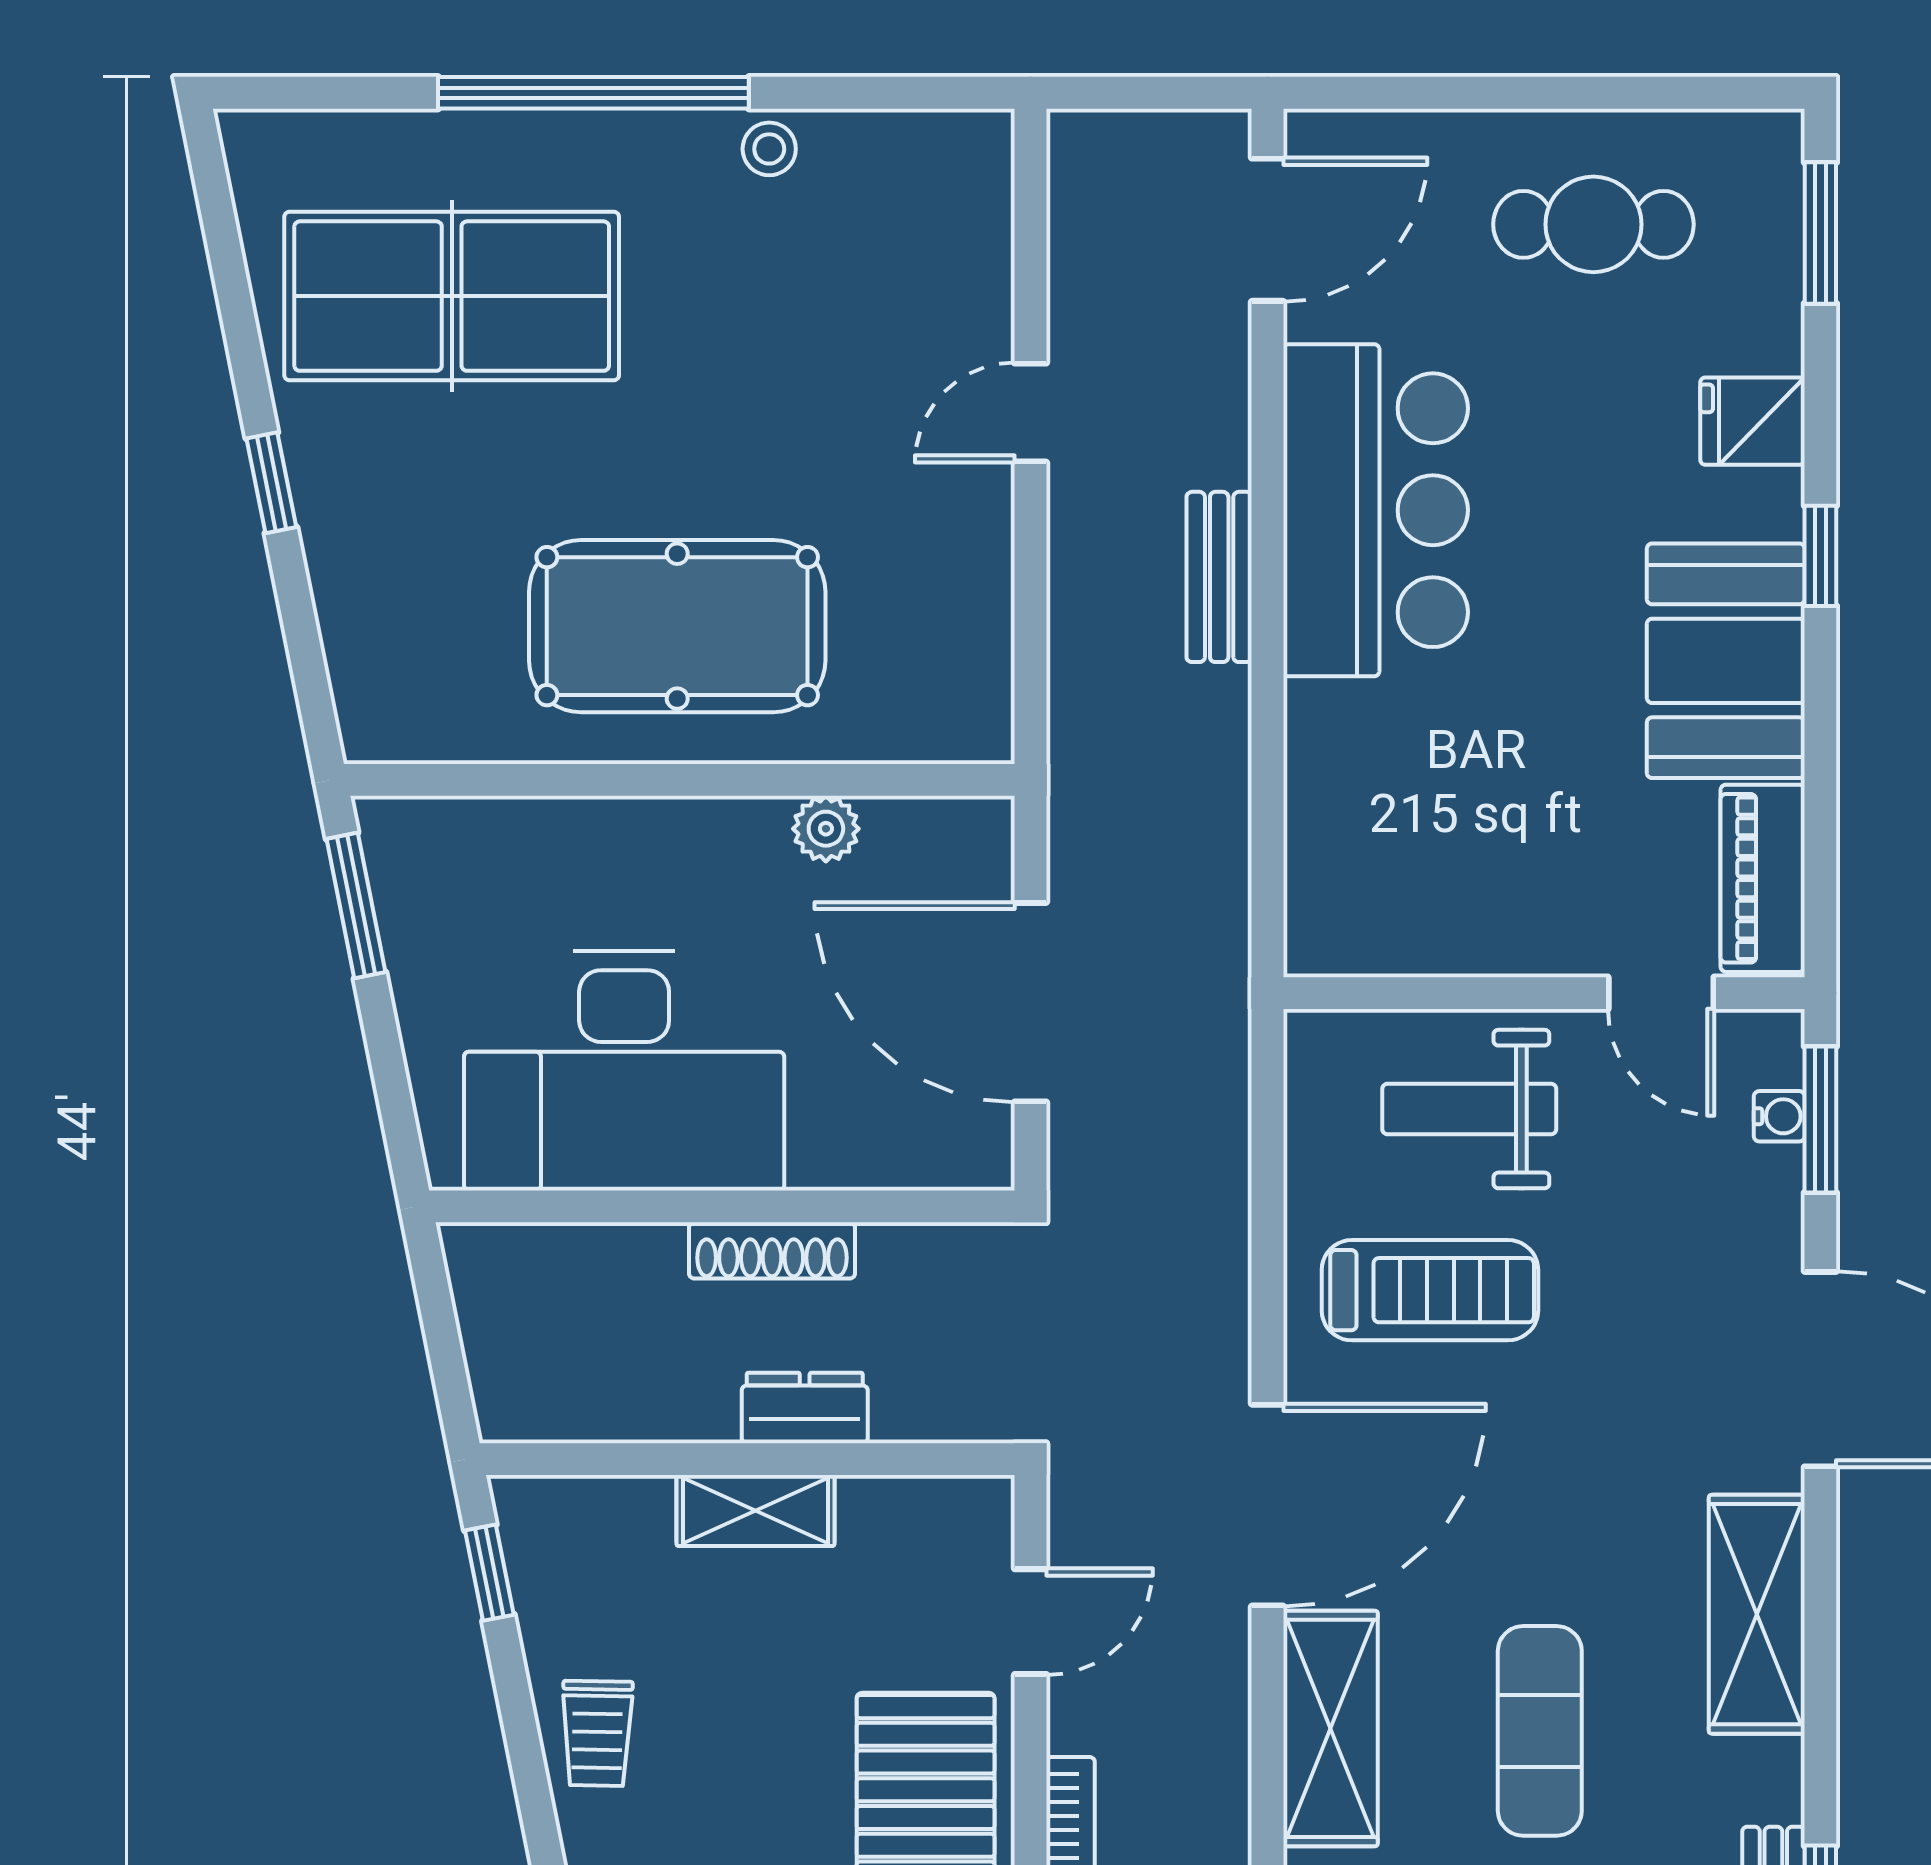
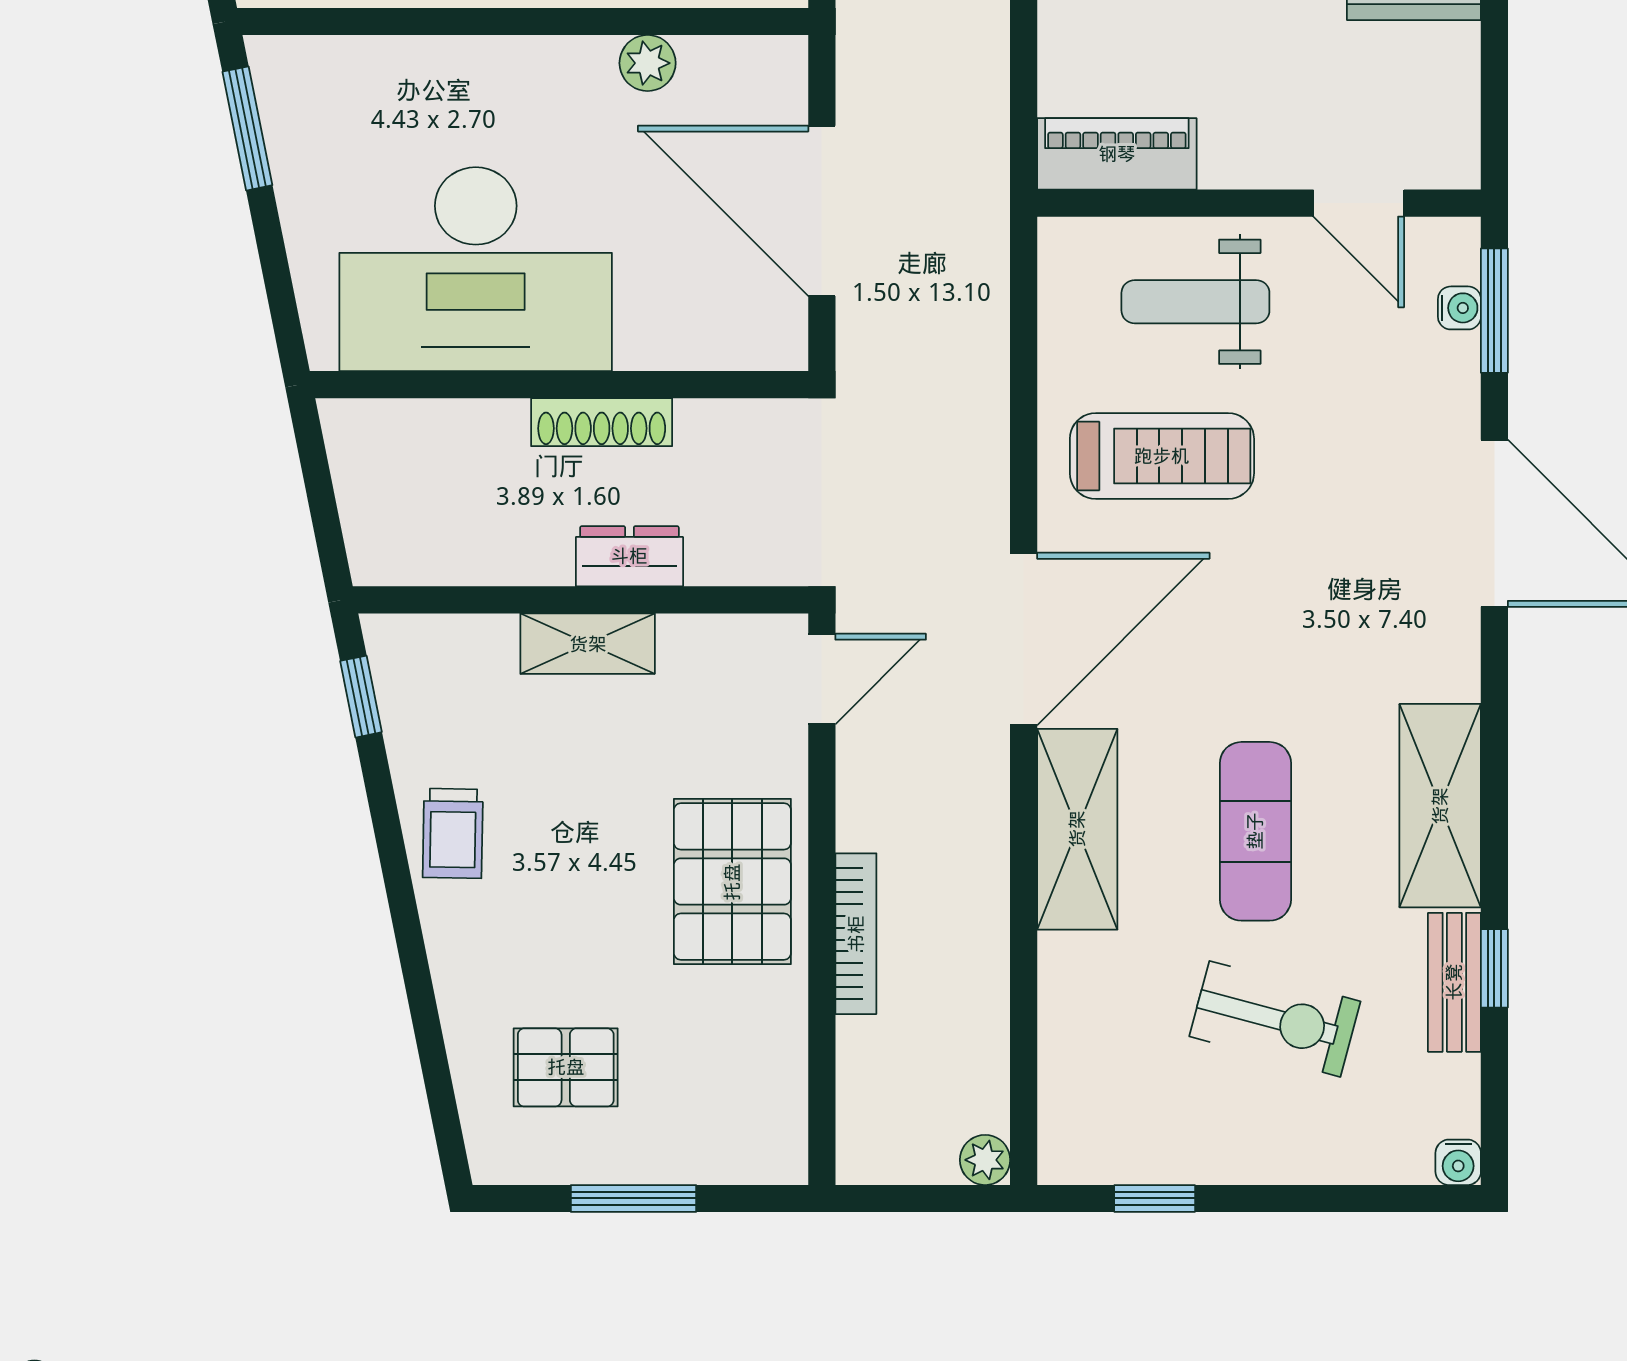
piano: (1763, 878) -> (1117, 154), moved, turned 90
shelving: (1757, 1614) -> (1440, 806), moved
door: (1031, 1622) -> (822, 679), moved

